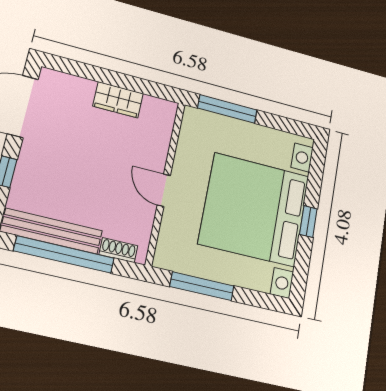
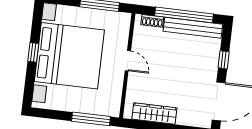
wardrobe: (118, 100) -> (154, 113), width x1.50

